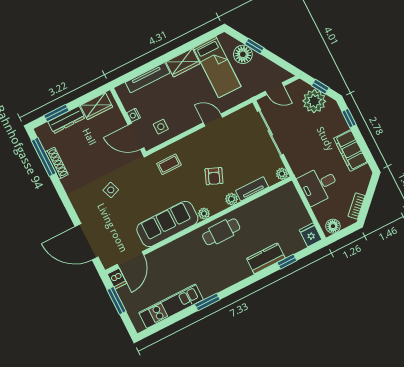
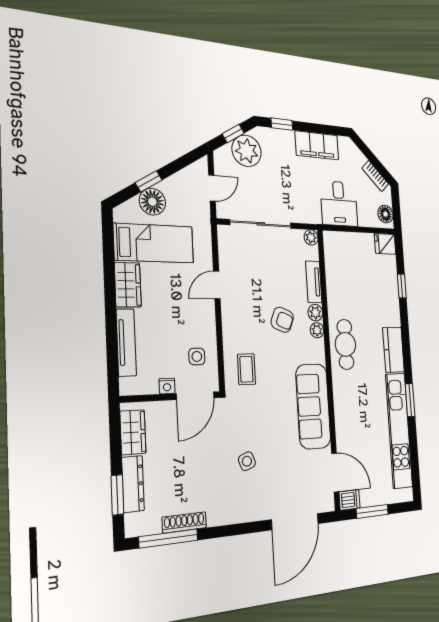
plant: (204, 214) -> (317, 330), moved
kitchen counter: (266, 258) -> (393, 350), moved
kitchen unit: (171, 306) -> (399, 430), width x1.36

